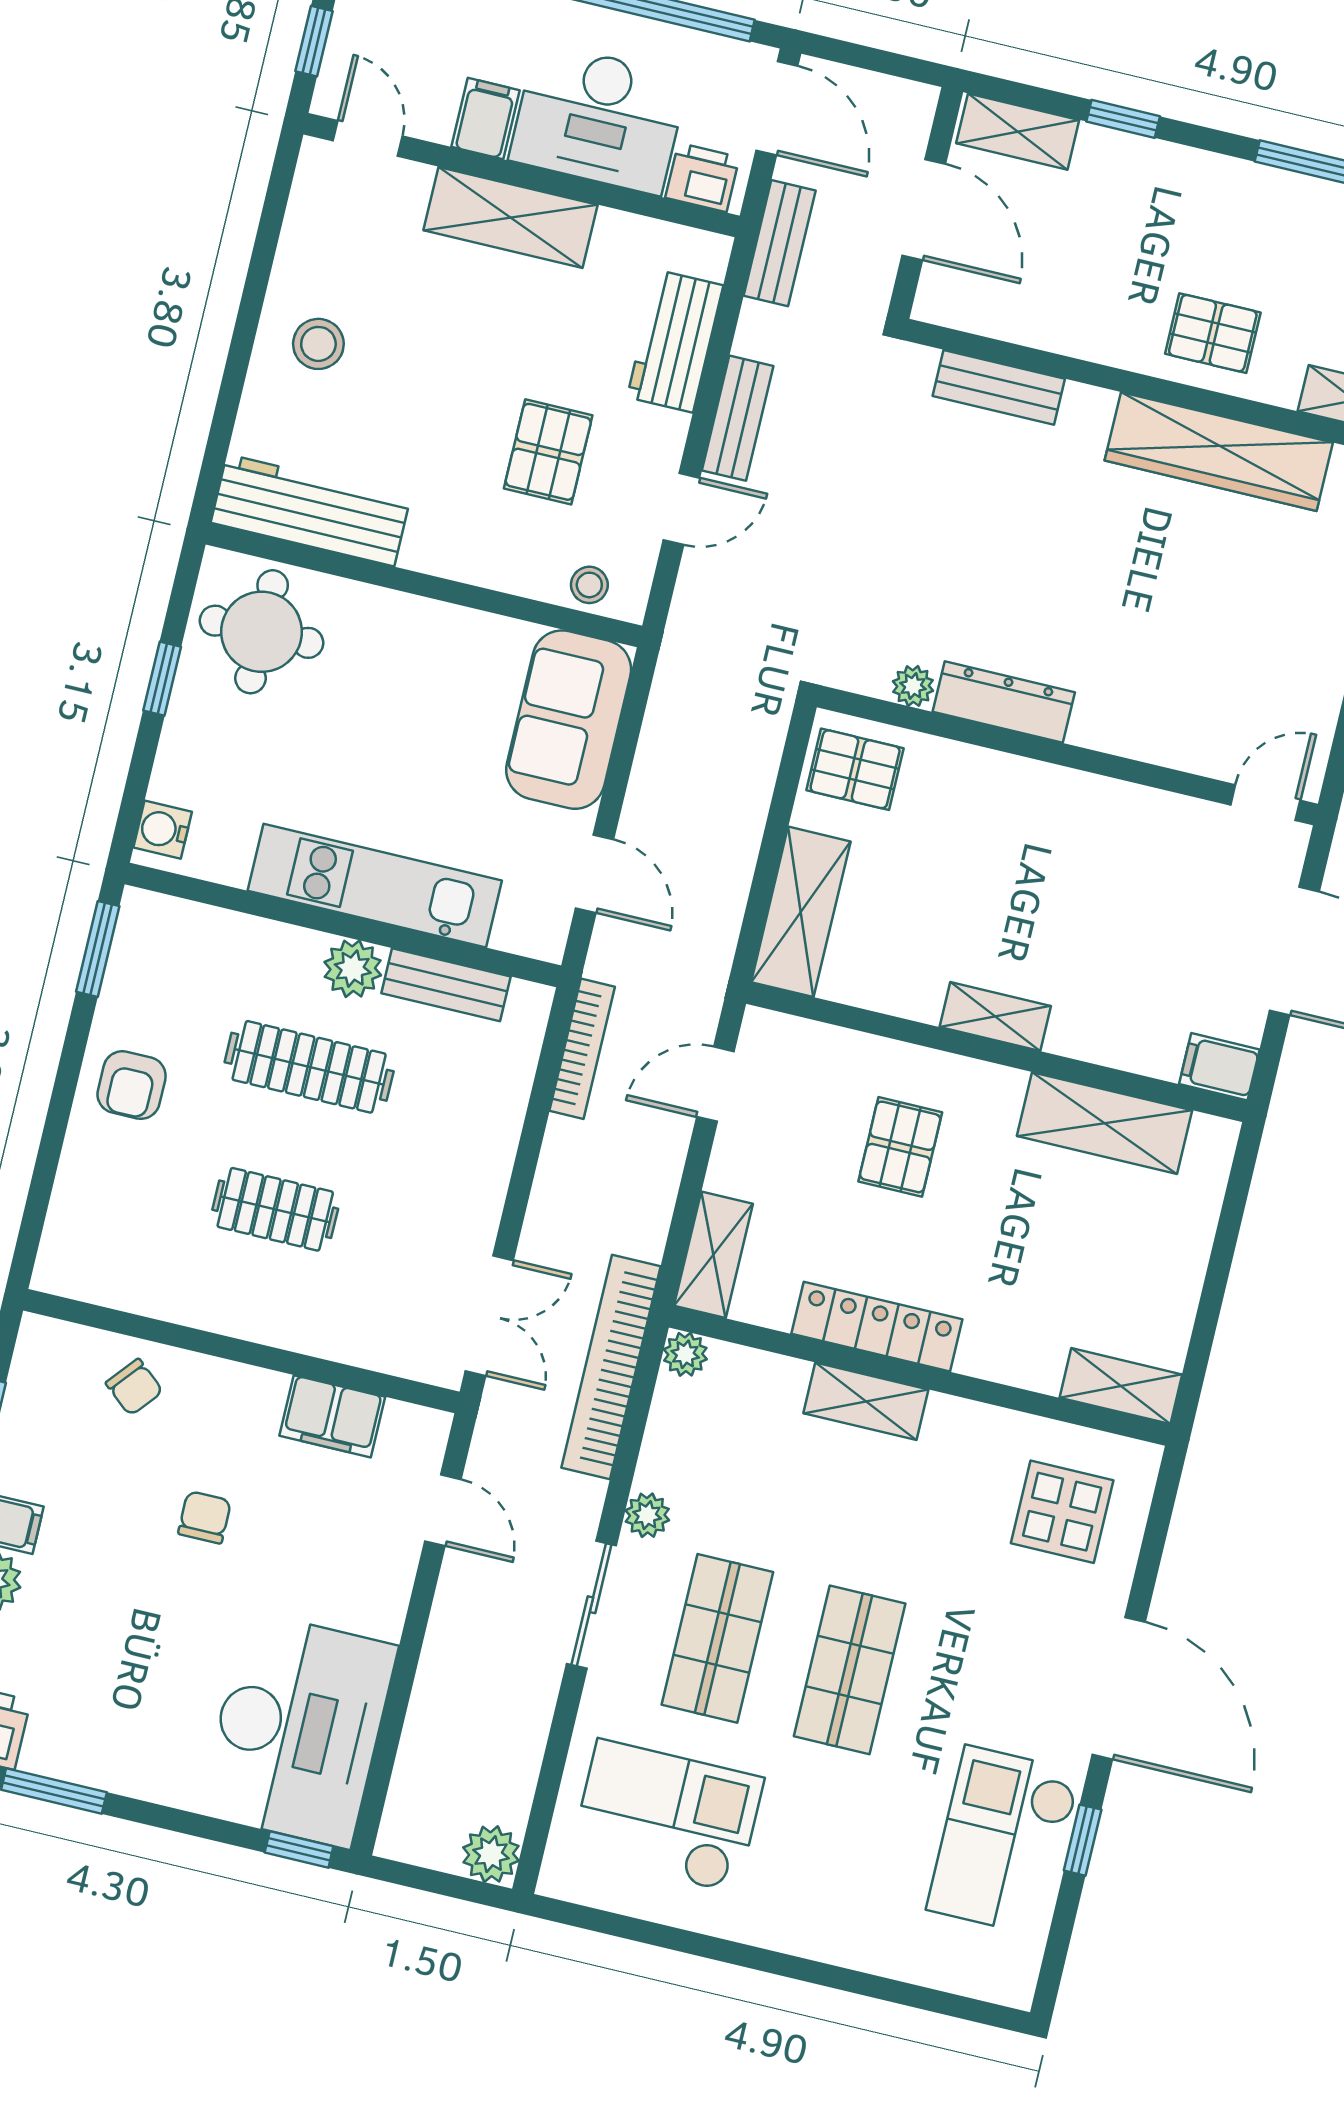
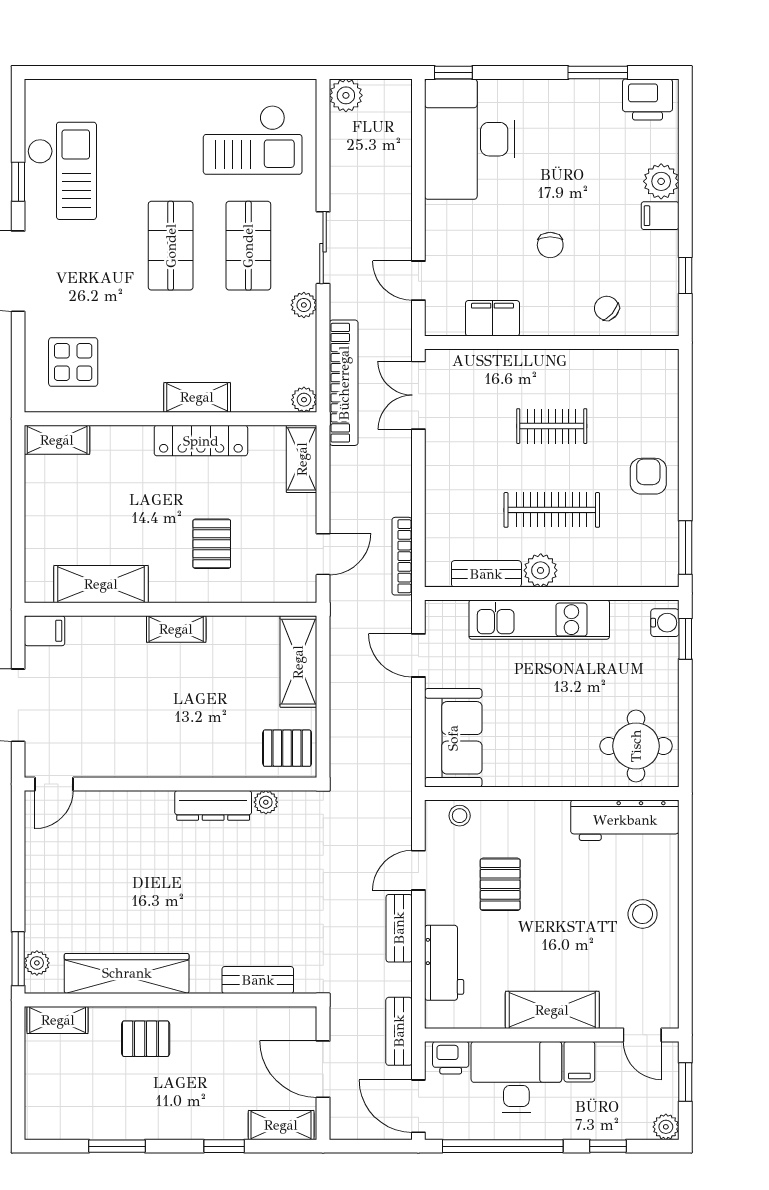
window: (162, 679) -> (685, 639), moved

